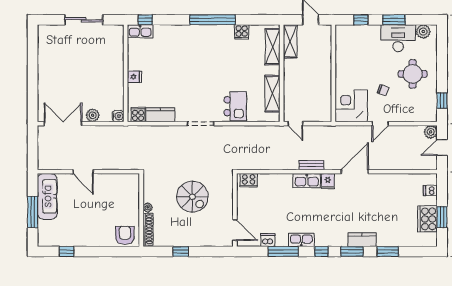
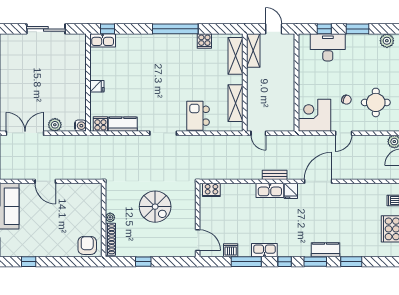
desk: (398, 38) -> (328, 47), moved
round table: (413, 74) -> (376, 102), moved
kitchen island: (235, 106) -> (198, 116), turned 180

